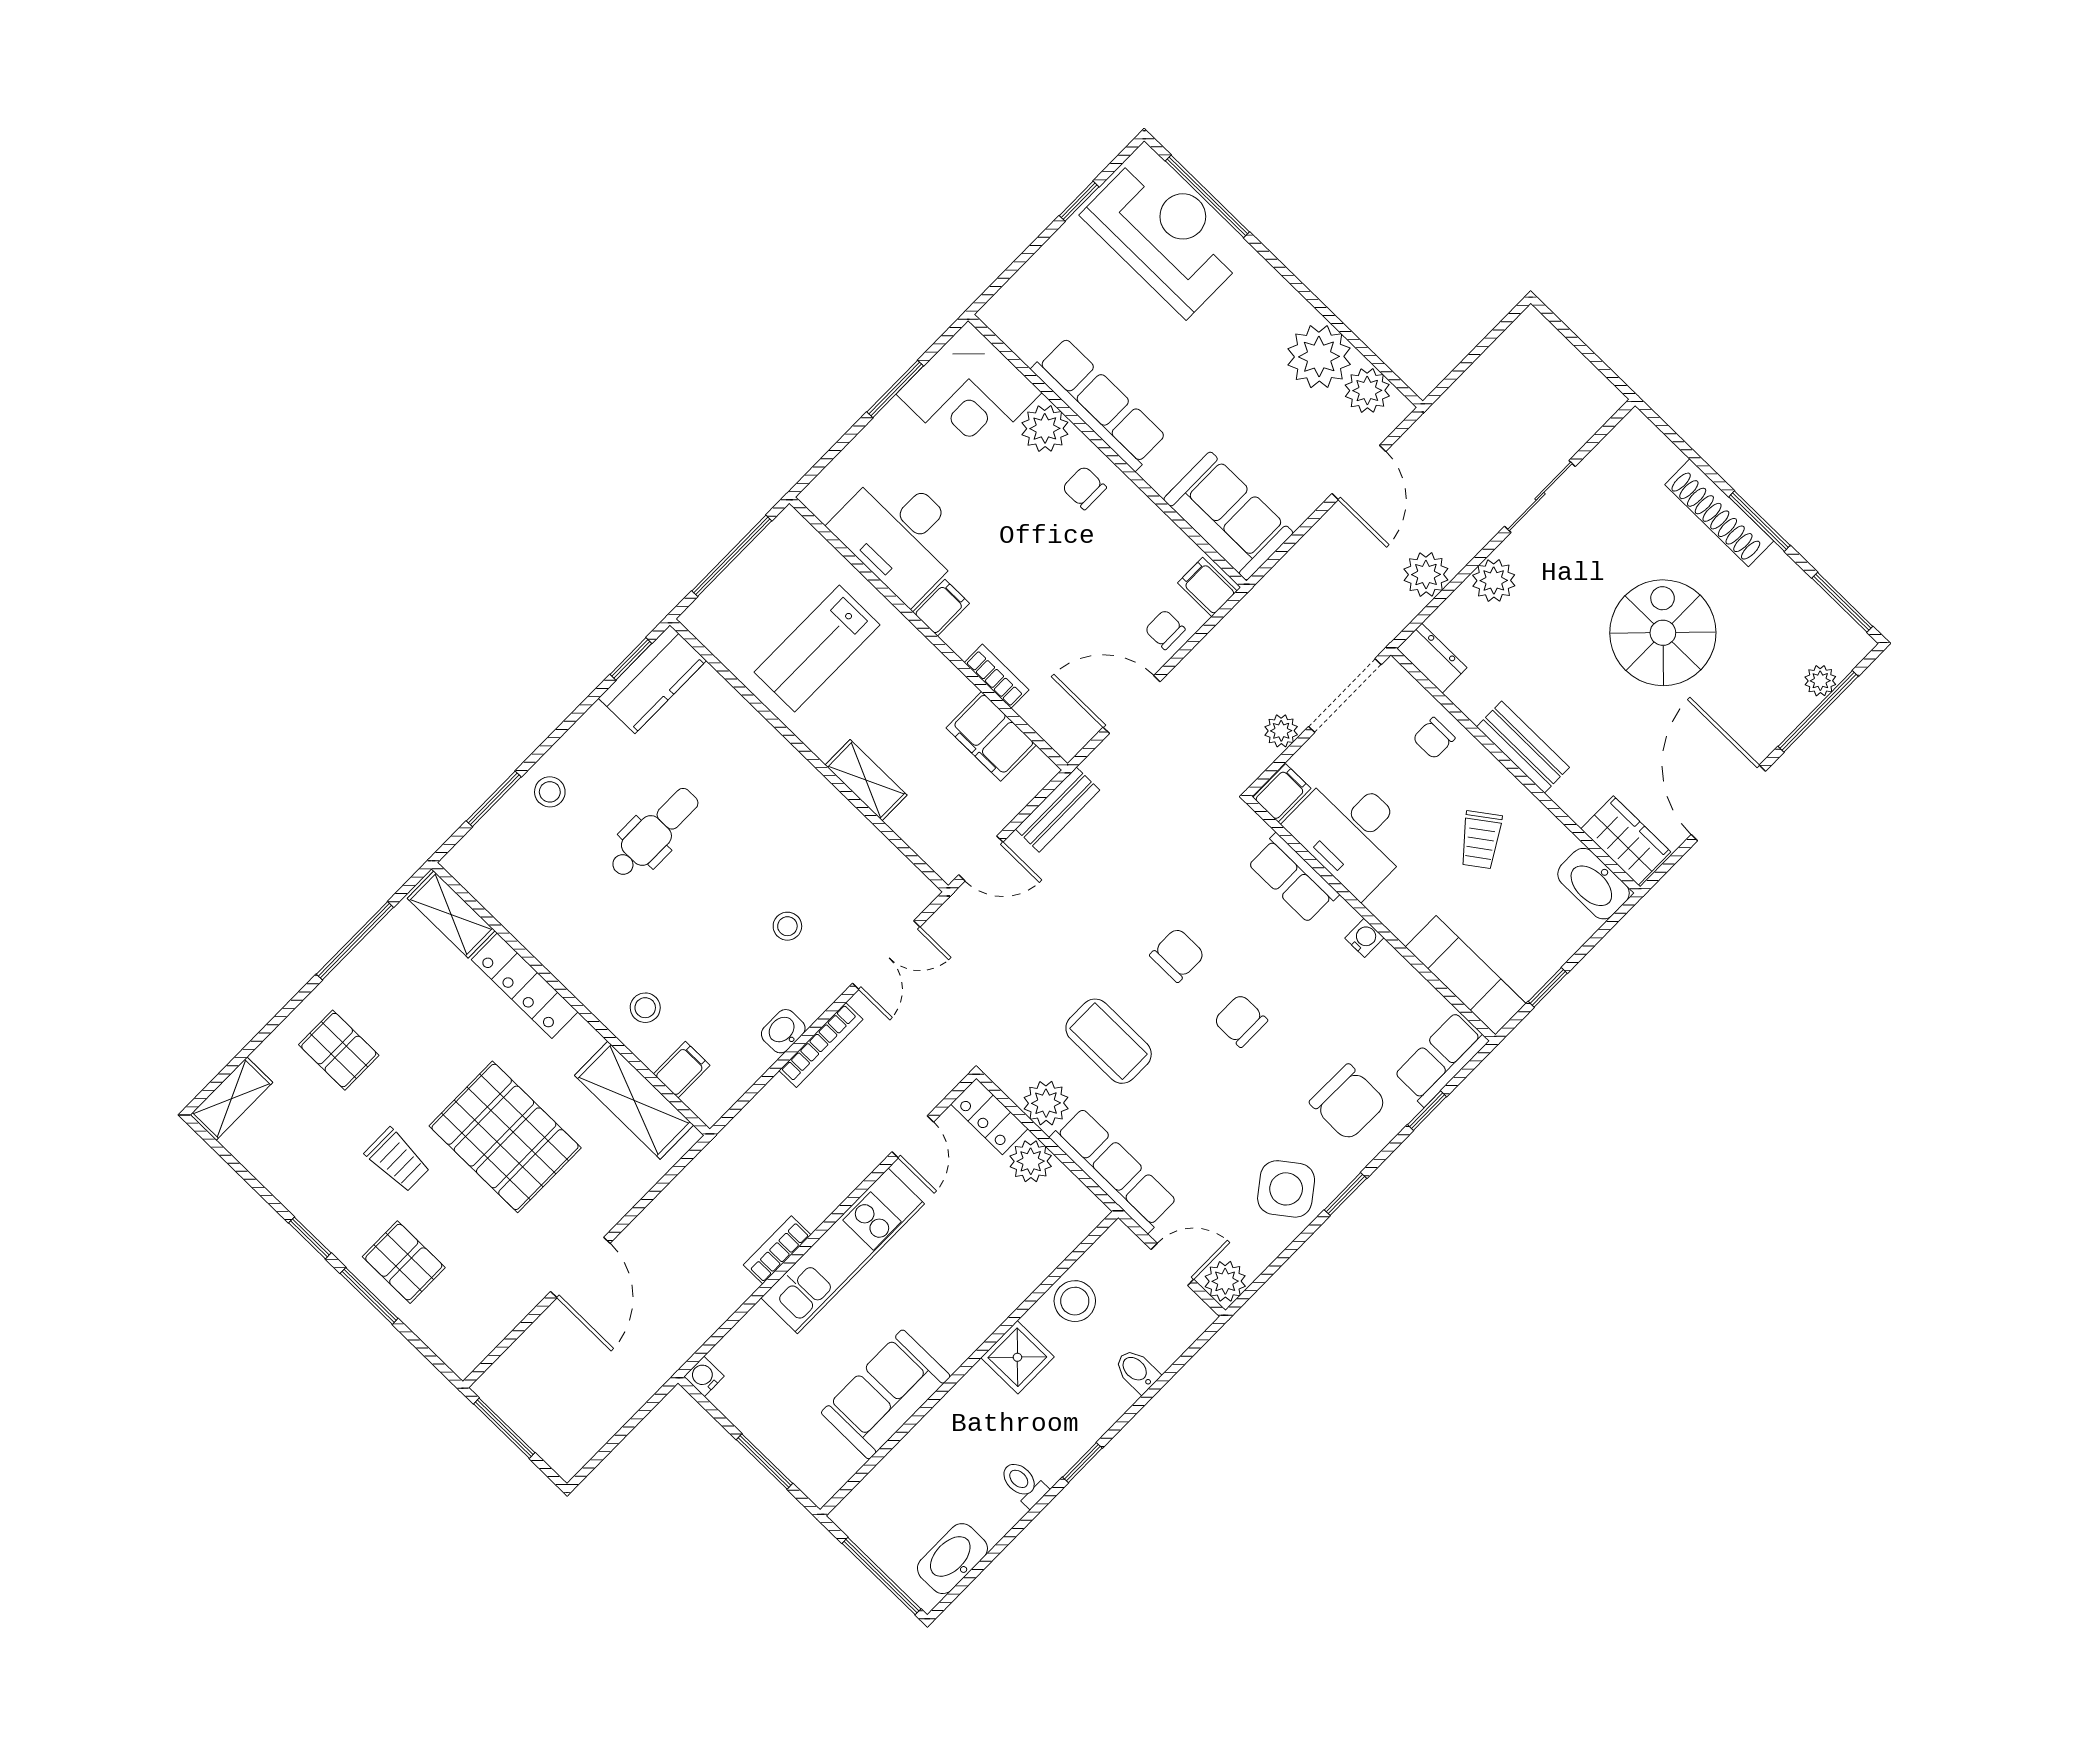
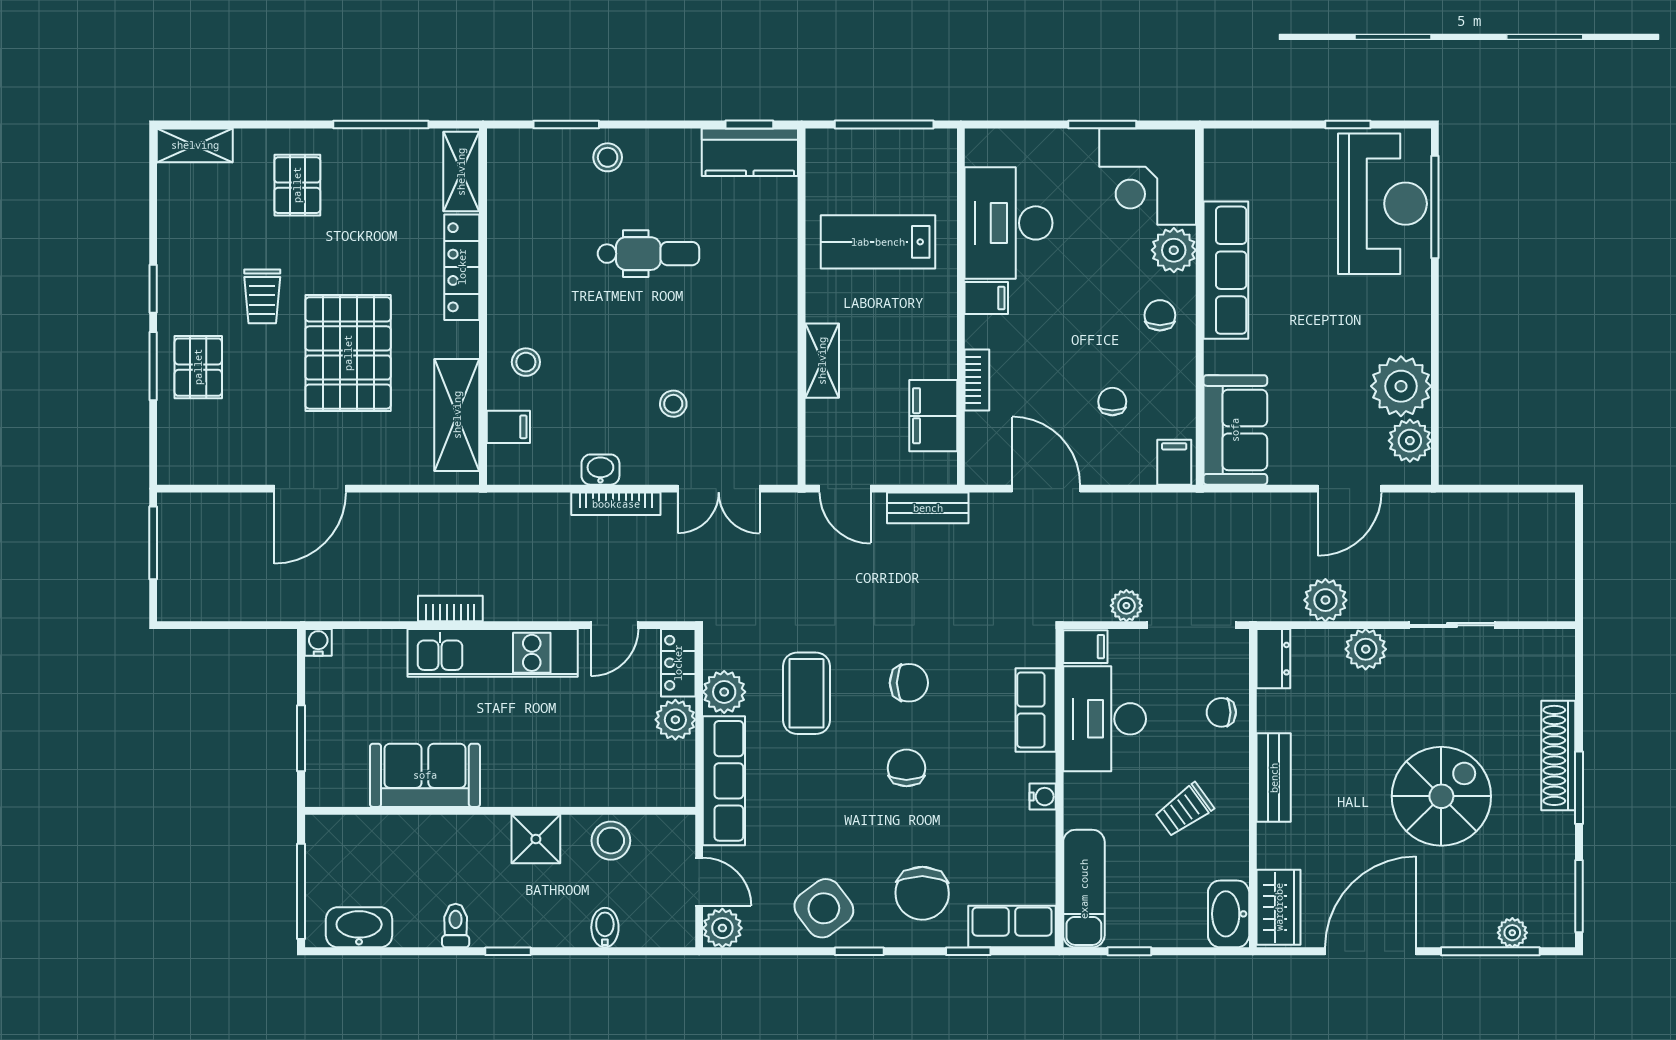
chair: (1165, 630) -> (1112, 402), moved

